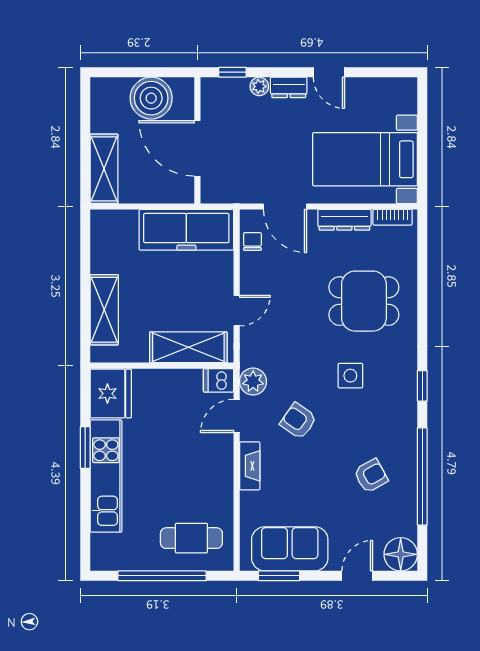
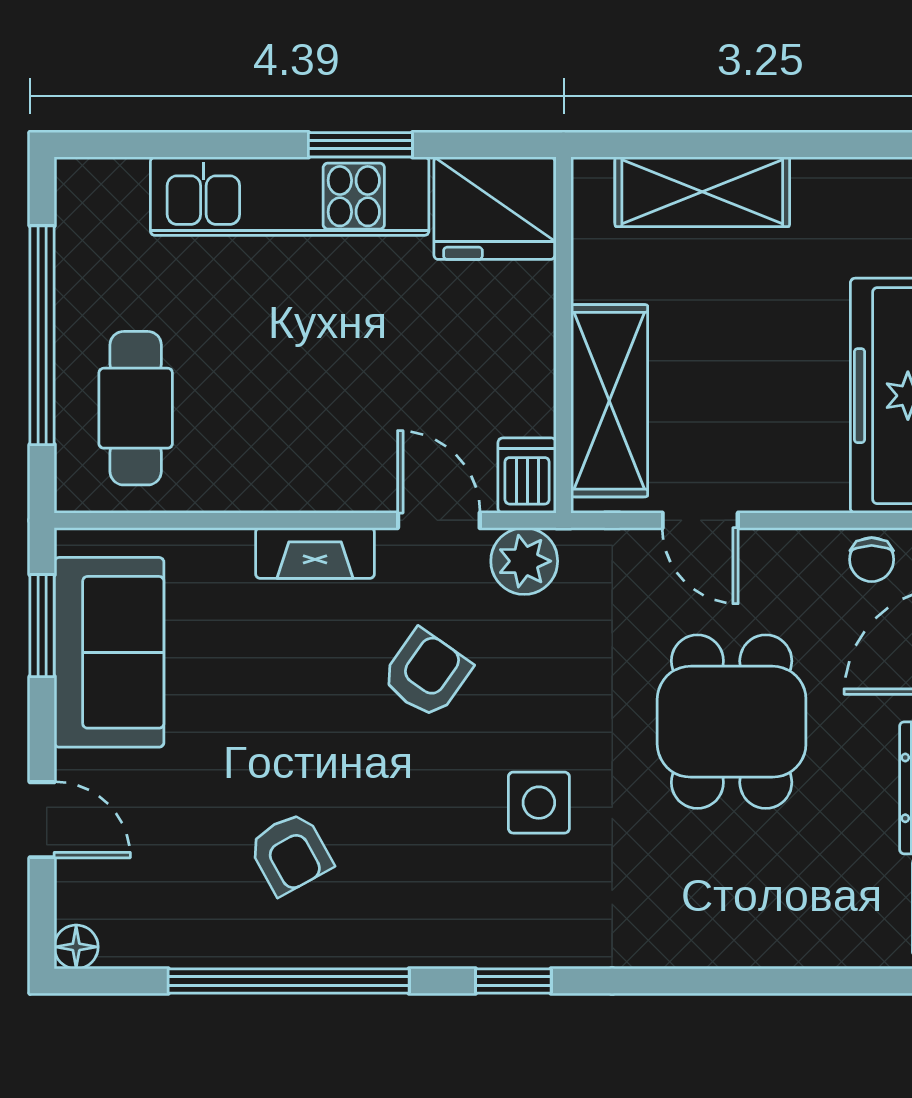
chair: (252, 241) -> (872, 560), turned 90
dining table: (364, 301) -> (732, 722), moved
floor lamp: (401, 554) -> (76, 947), width x0.53, depth x0.53

